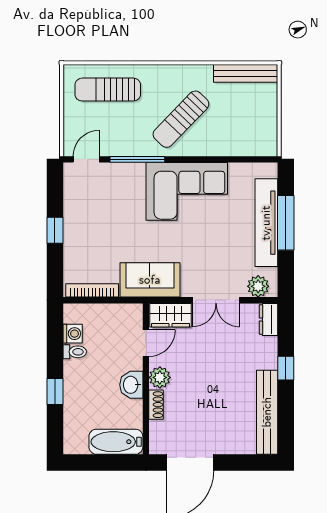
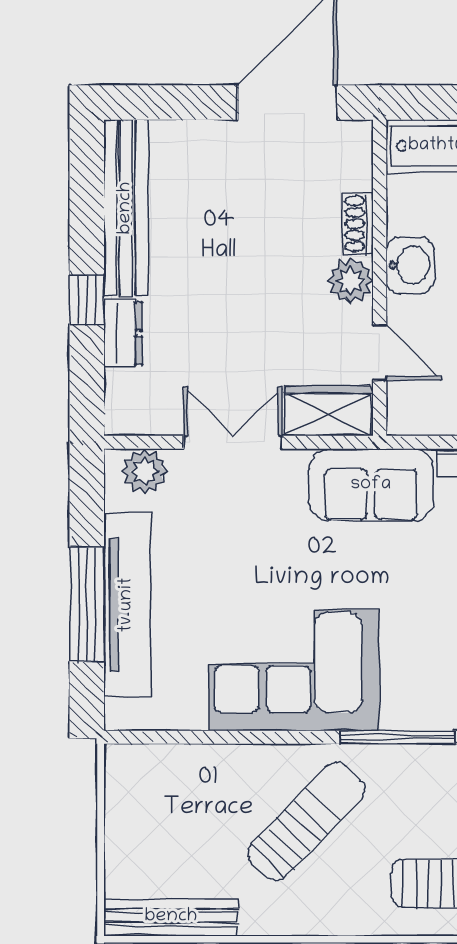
dresser: (268, 319) -> (123, 333), moved
door: (146, 343) -> (380, 353), swing flipped

